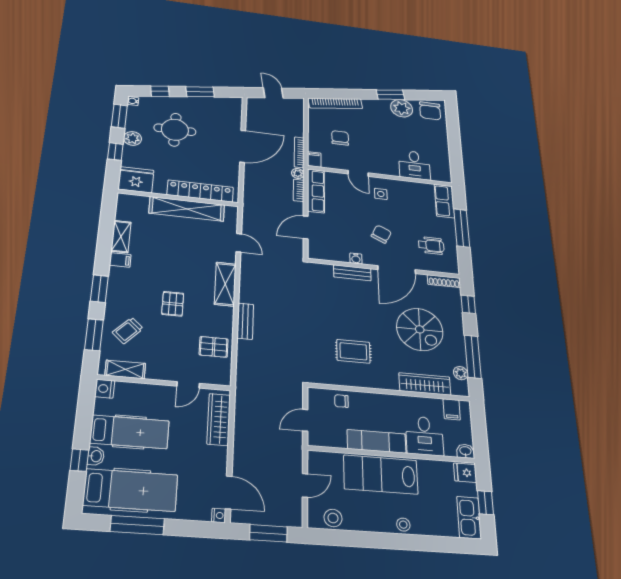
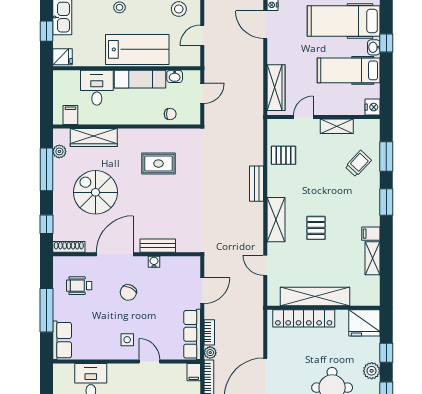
pallet: (173, 304) -> (316, 228), moved
shelving: (125, 369) -> (337, 126), moved
washbasin: (465, 451) -> (175, 76), moved

